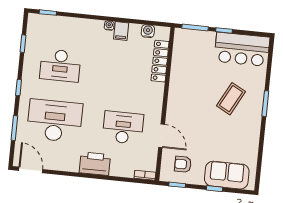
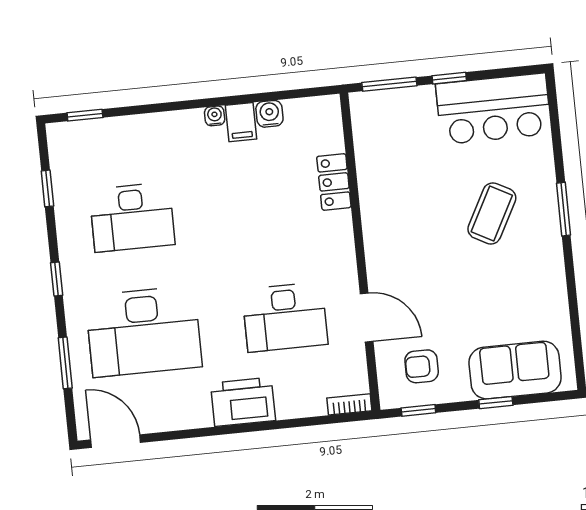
water cooler: (148, 31) -> (269, 114), moved
locker: (160, 61) -> (334, 182), width x0.66
desk: (55, 121) -> (144, 331), turned 180
desk: (123, 128) -> (285, 317), turned 180

